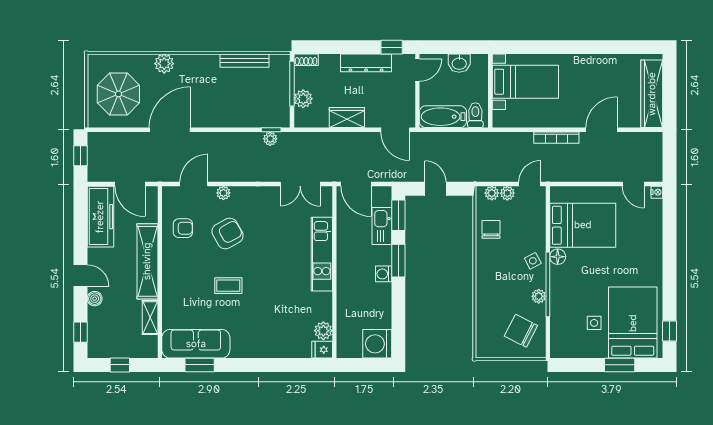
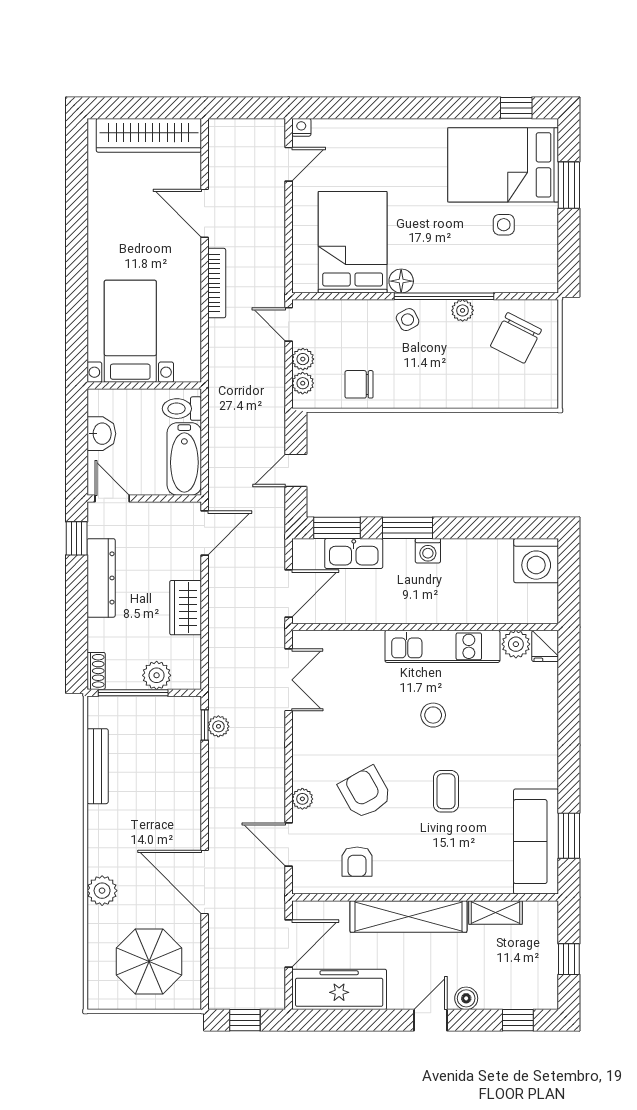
armchair: (183, 228) -> (357, 862), turned 180
kitchen unit: (322, 254) -> (442, 646), moved
stool: (278, 277) -> (433, 715), added

